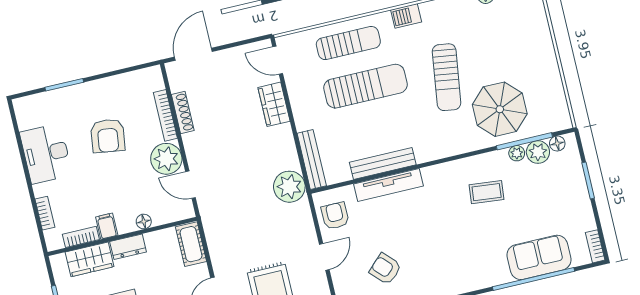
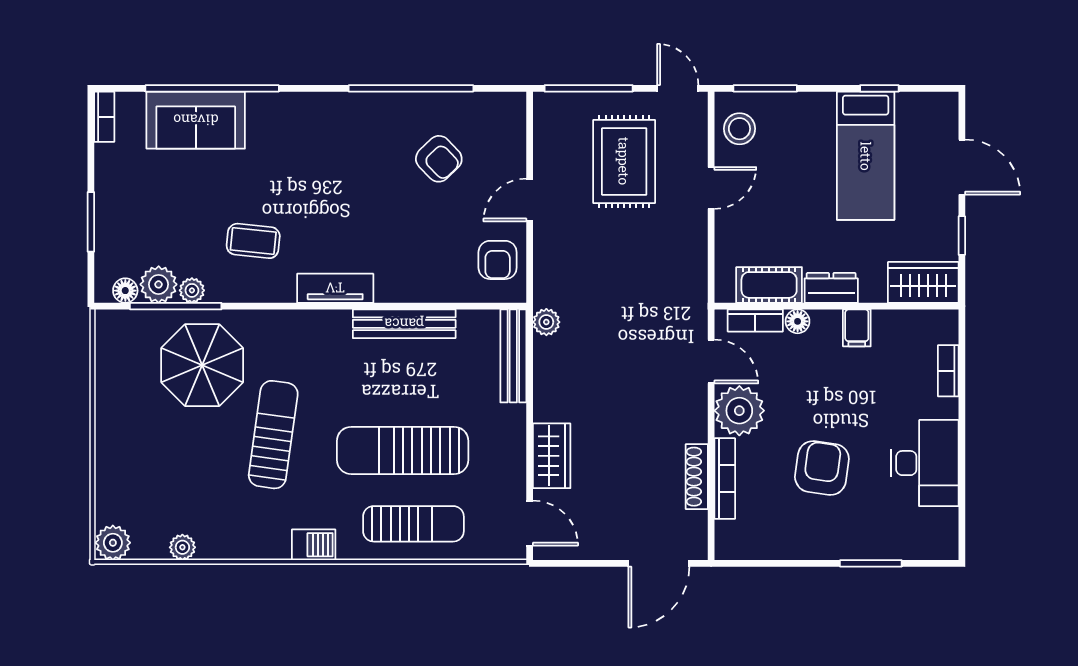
sun lounger: (348, 43) -> (413, 524), turned 180
tv unit: (388, 185) -> (335, 288), moved, width x0.71
plant: (289, 187) -> (546, 322), width x0.53, depth x0.53
bookcase: (81, 237) -> (755, 320), moved
cot: (191, 244) -> (769, 285), moved, turned 90
wardrobe: (90, 259) -> (923, 282), moved

